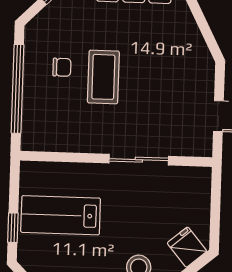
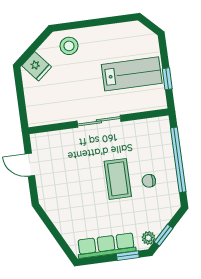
sliding door: (139, 160) -> (99, 121), moved
window: (13, 228) -> (167, 79), moved

